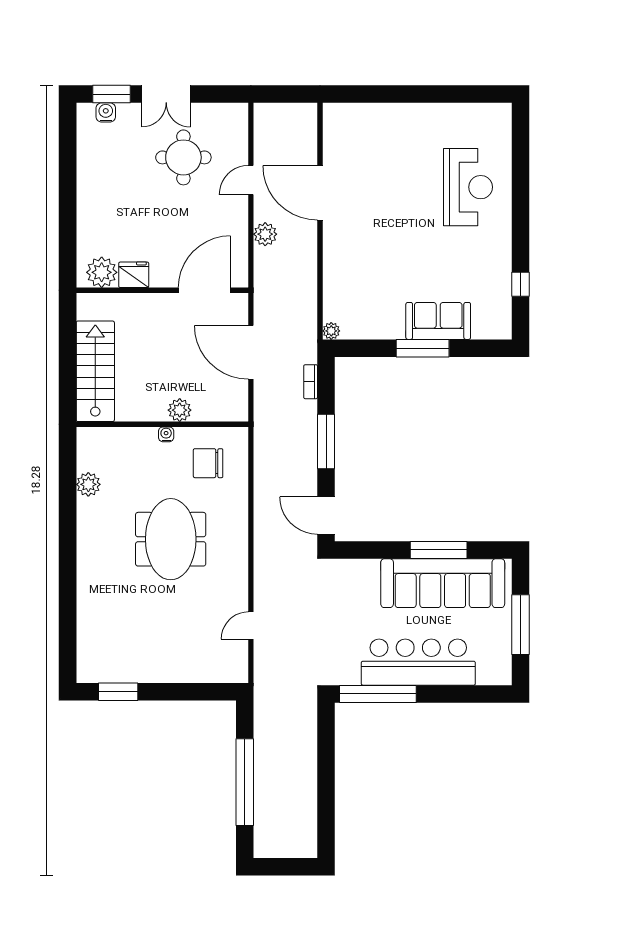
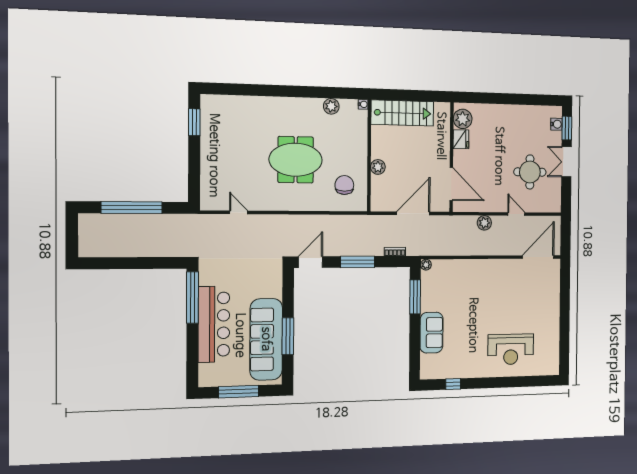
door: (320, 193) -> (538, 257), moved
window: (423, 348) -> (415, 297), moved
water cooler: (166, 434) -> (363, 104), moved

